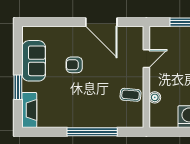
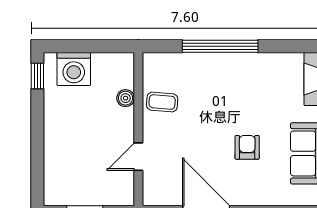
armchair: (74, 65) -> (247, 147), turned -90

